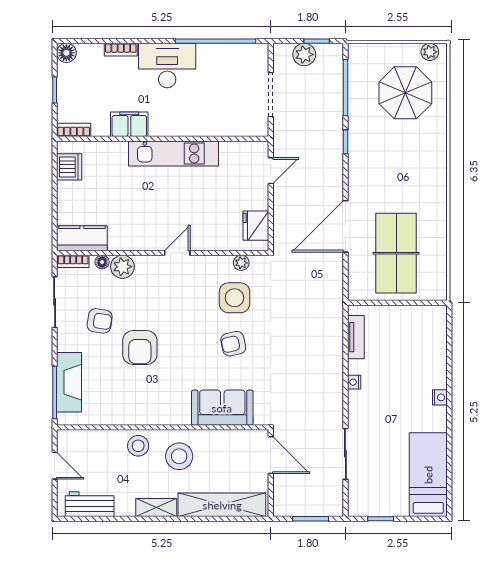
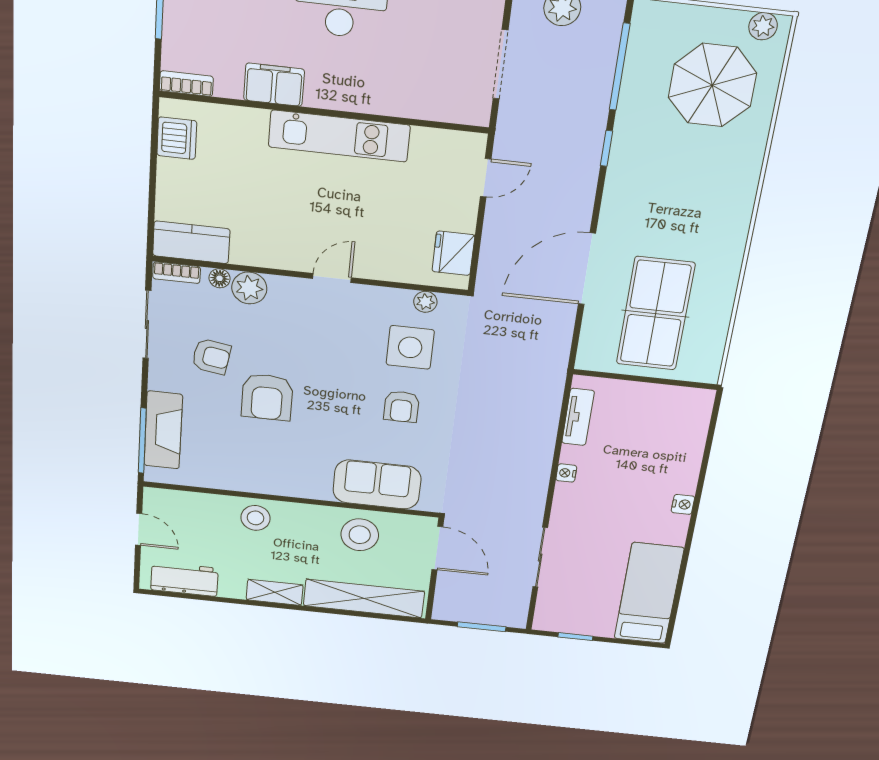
armchair: (233, 344) -> (401, 407), turned -78
stool: (179, 456) -> (360, 535), moved

